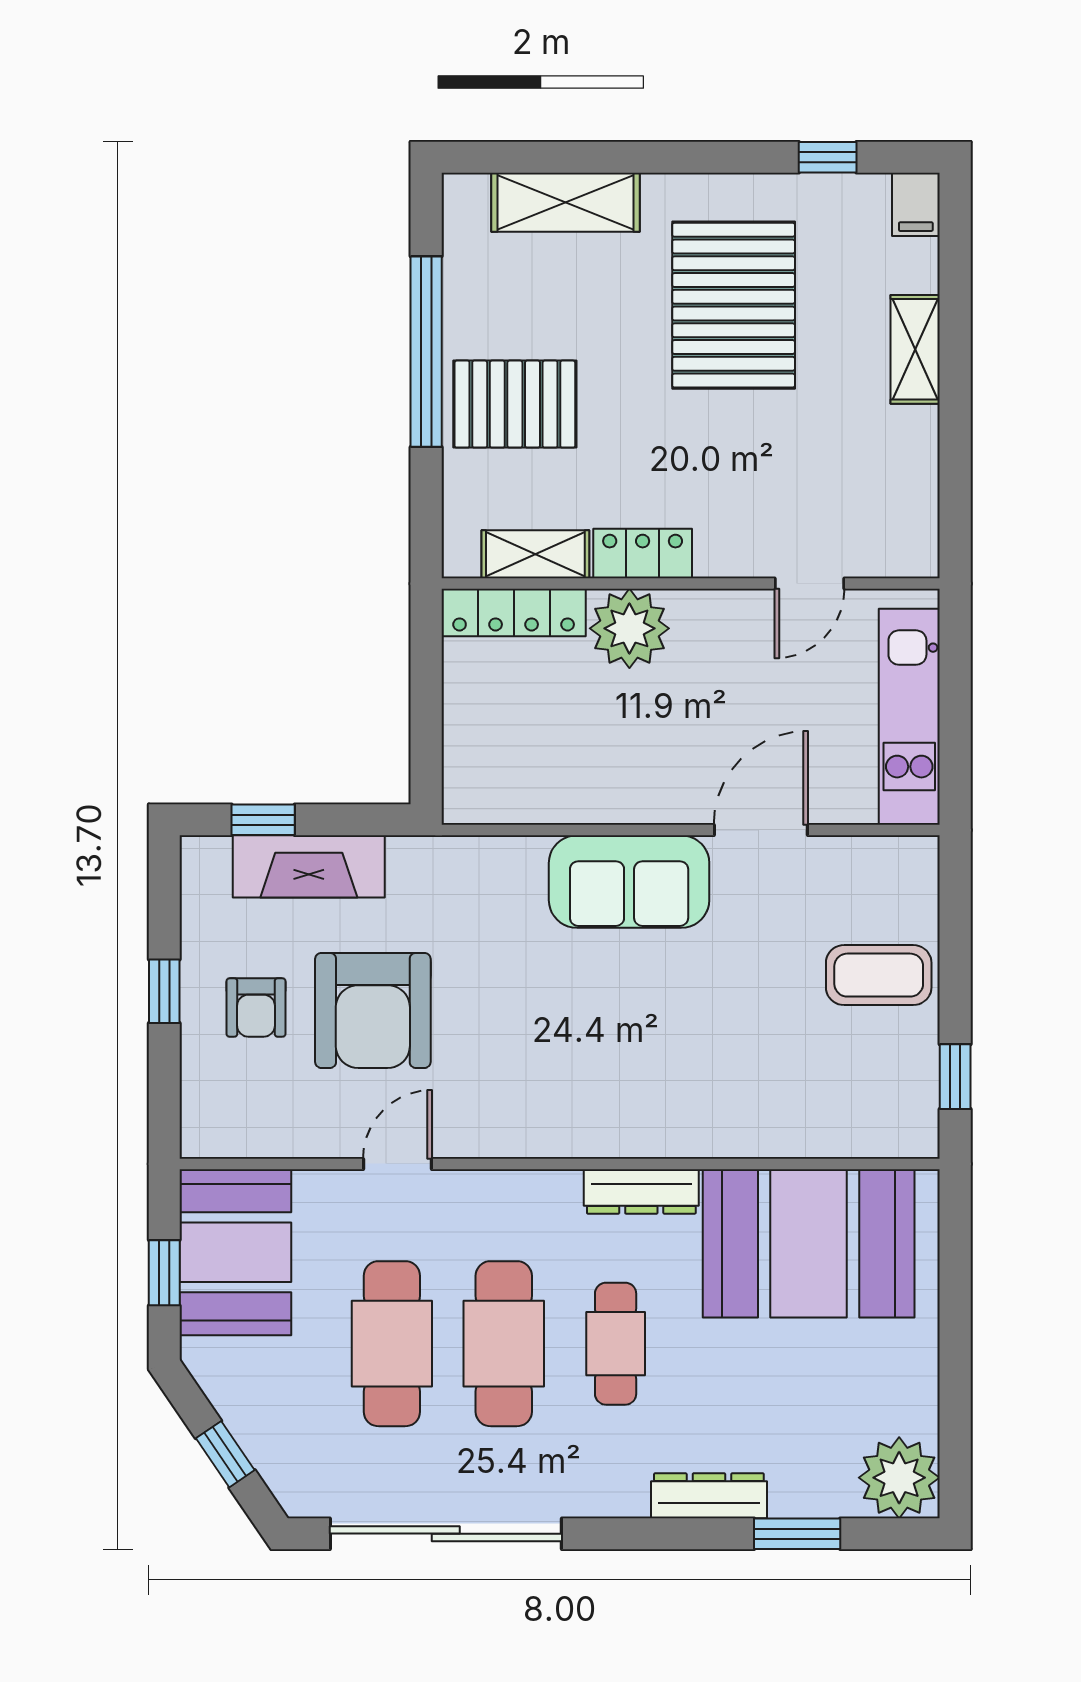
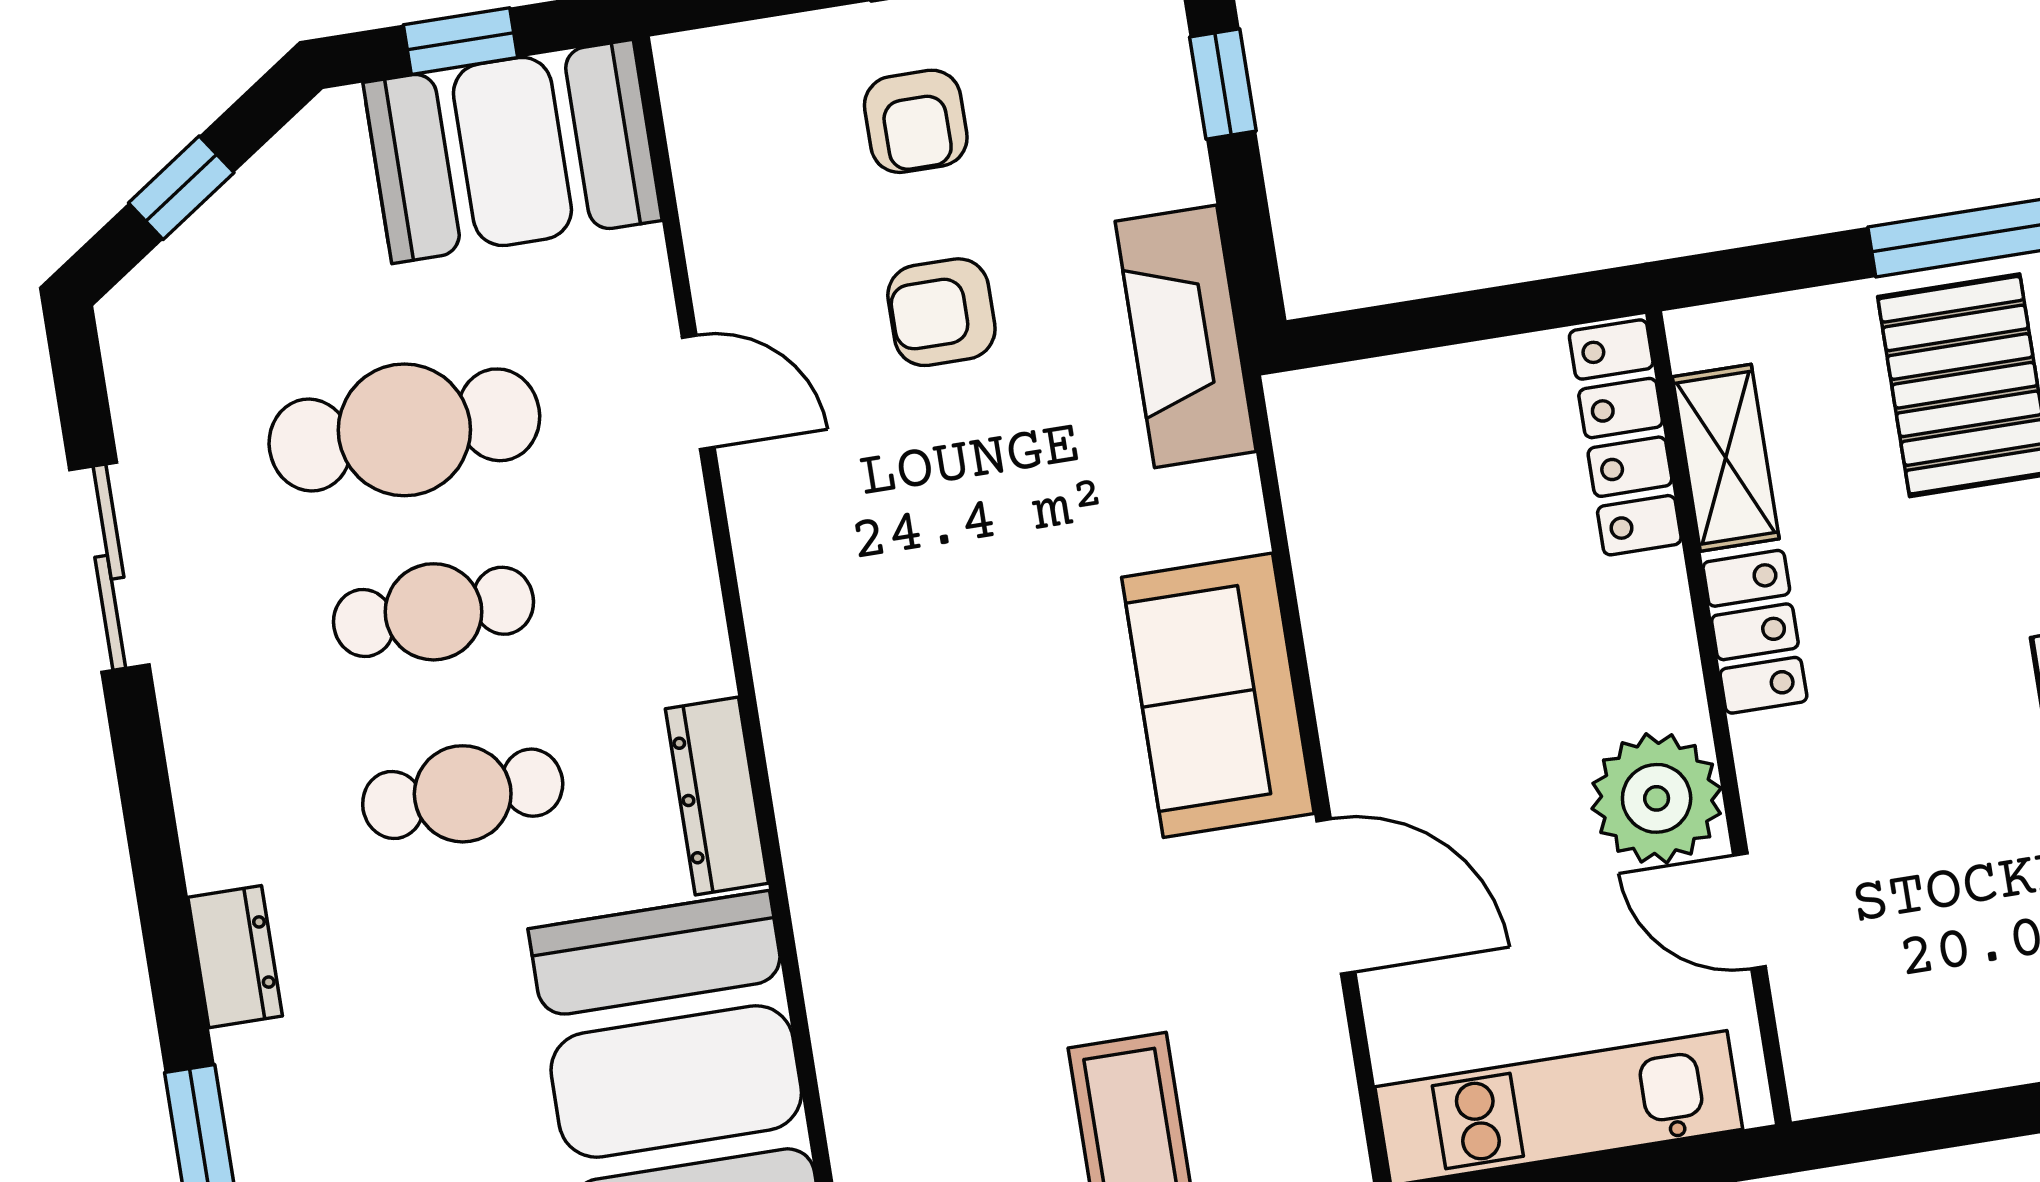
plant: (629, 628) -> (1657, 798), moved
fireplace: (309, 866) -> (1186, 336), moved
armchair: (256, 1008) -> (916, 121), turned -90
armchair: (373, 1010) -> (941, 312), width x0.53, depth x0.53
cafe table: (504, 1344) -> (434, 612), width x0.73, depth x0.74
dresser: (709, 1496) -> (235, 957), width x0.70
sliding door: (446, 1534) -> (109, 567), width x0.54

